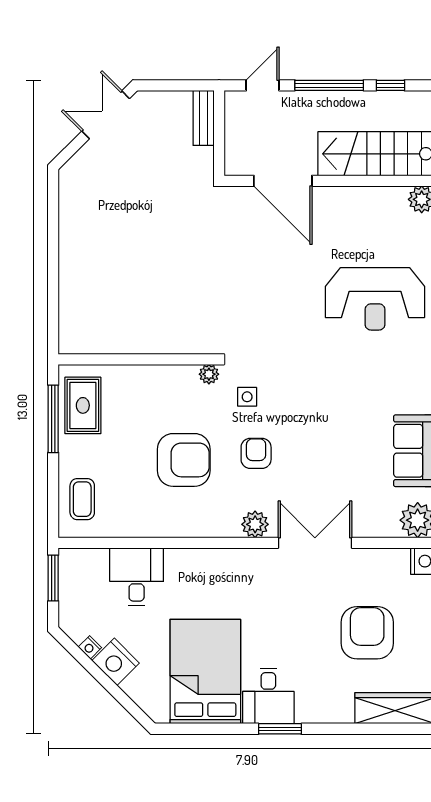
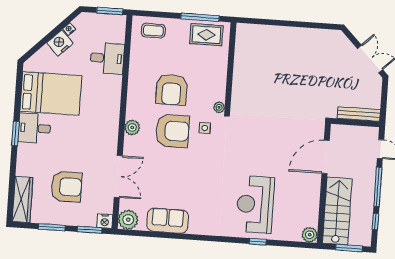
bench: (204, 118) -> (359, 114), width x1.36
armchair: (256, 453) -> (172, 131), width x1.88, depth x1.88
double door: (315, 543) -> (118, 177), moved

